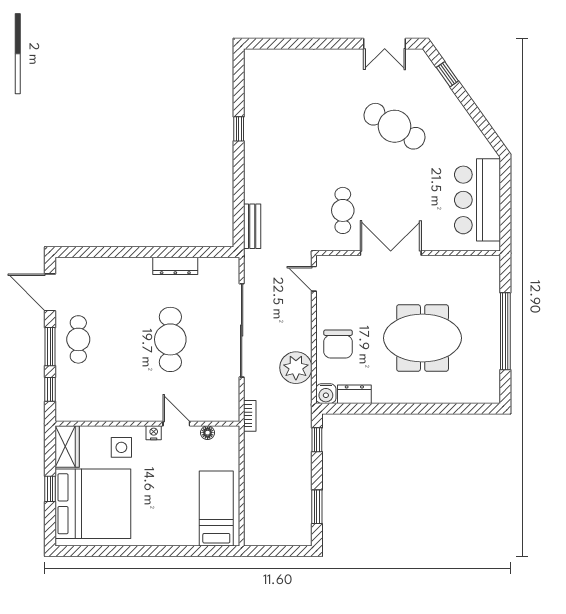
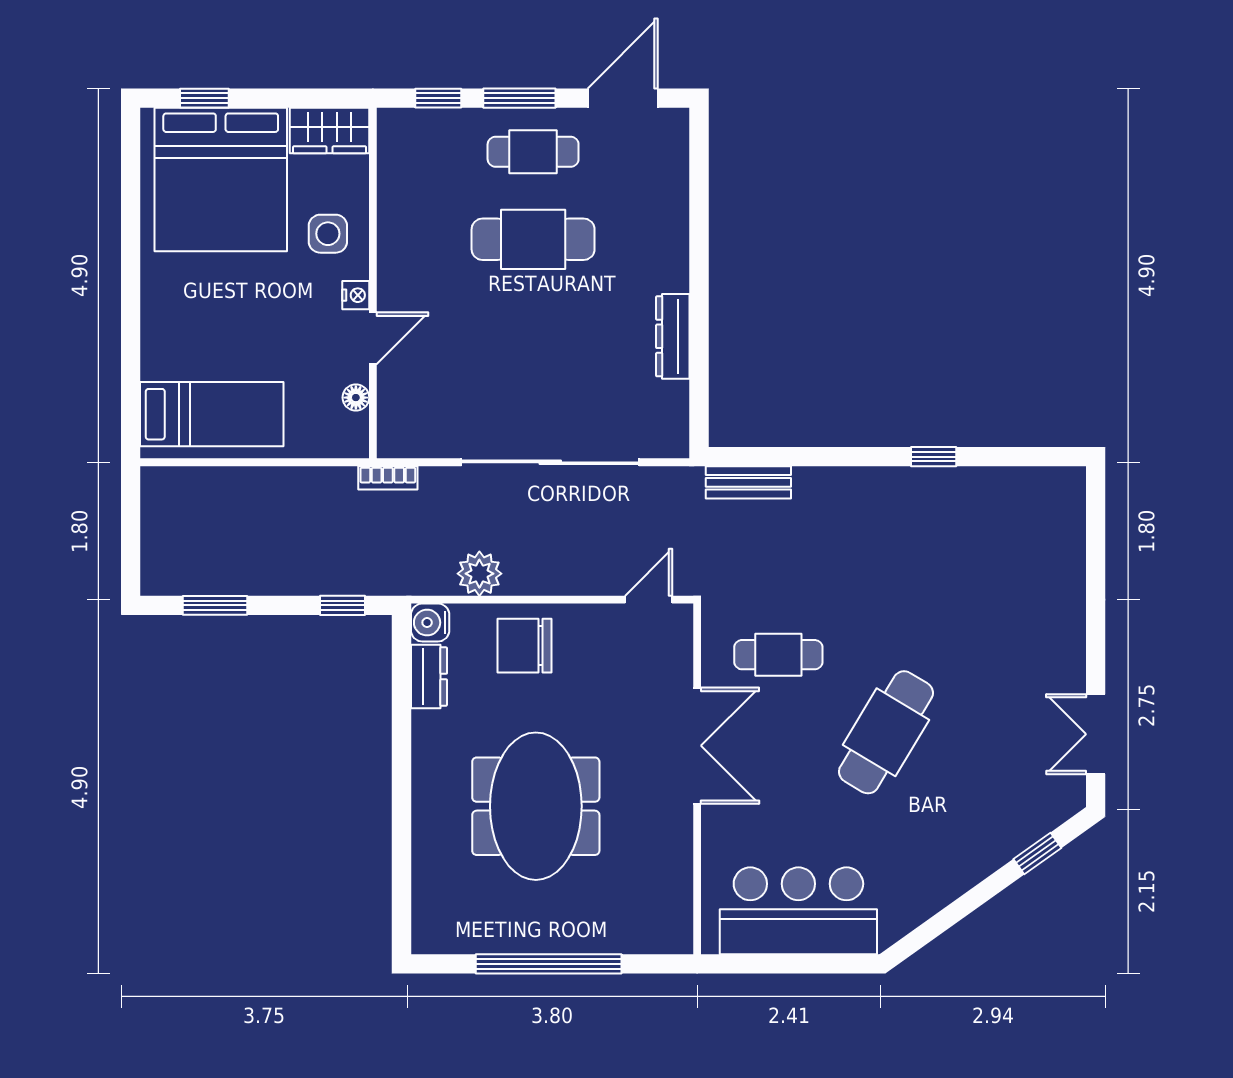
cafe table: (394, 126) -> (886, 732), moved
cafe table: (170, 339) -> (533, 239), moved
plant: (296, 368) -> (479, 574), width x0.73, depth x0.73
window: (50, 489) -> (204, 98), moved

